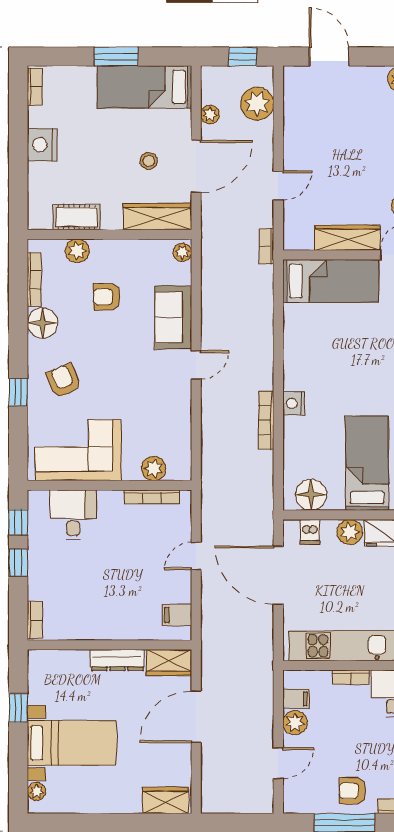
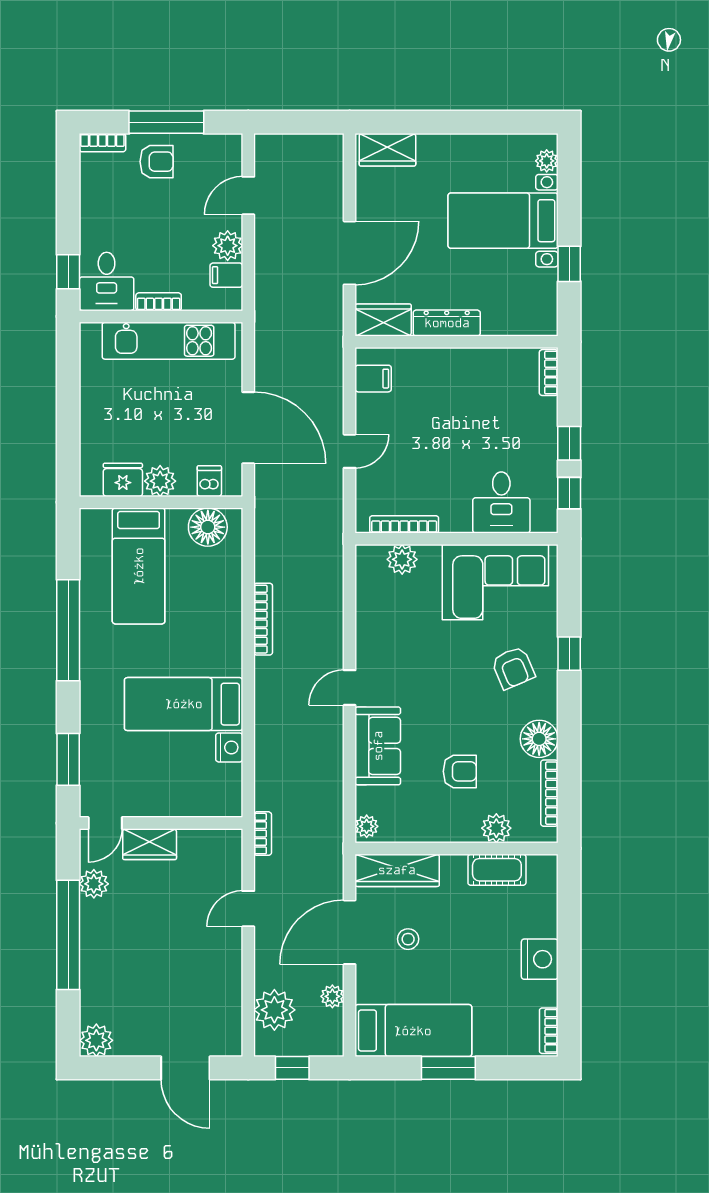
wardrobe: (347, 238) -> (150, 844), width x0.67
bed: (331, 281) -> (184, 704), moved
nightstand: (294, 403) -> (229, 747), moved

